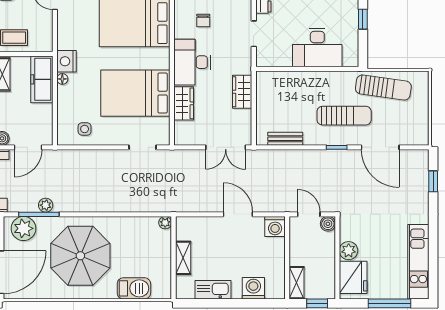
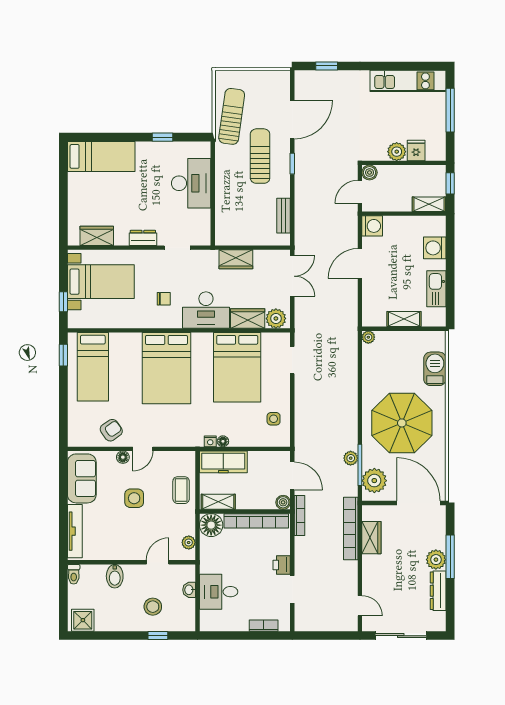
nightstand: (67, 61) -> (210, 441), width x0.53, depth x0.56
plant: (184, 131) -> (276, 318), added
fridge: (353, 277) -> (416, 151), width x0.53, depth x0.75

